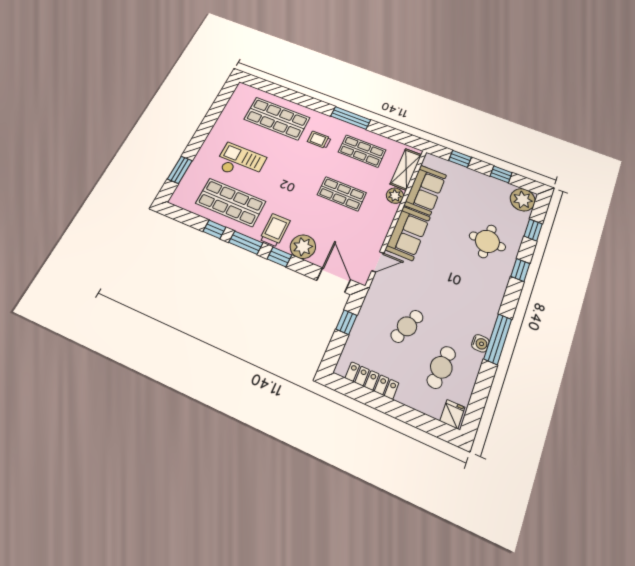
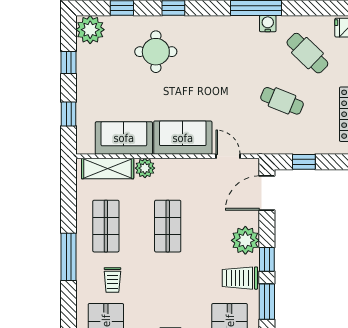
cafe table: (441, 367) -> (307, 53), turned 38

